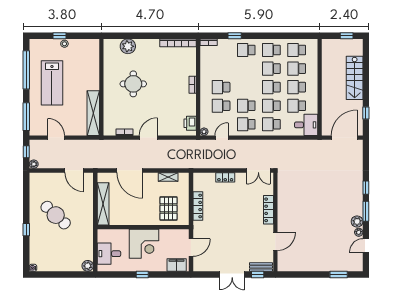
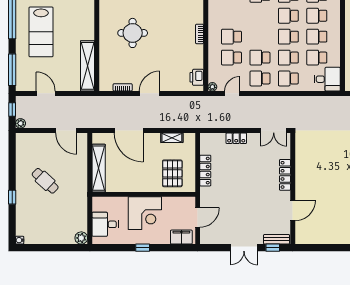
cafe table: (56, 215) -> (45, 181), width x0.73, depth x0.74

